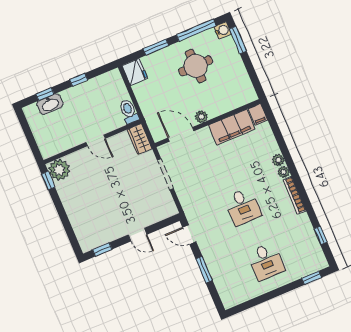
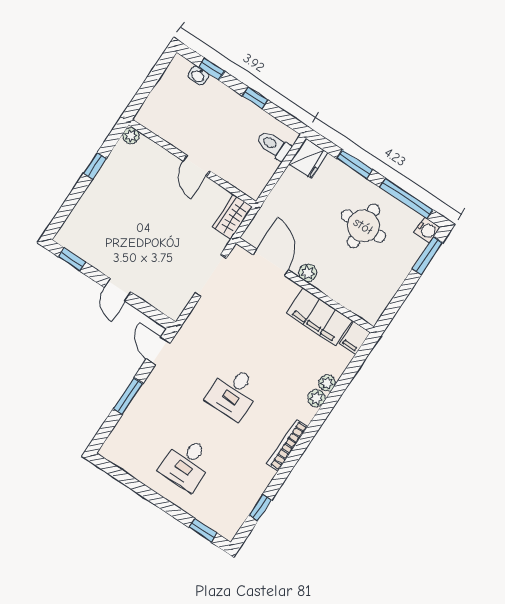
washbasin: (50, 104) -> (198, 75), width x0.52, depth x0.69
toilet: (129, 111) -> (274, 145), moved, turned -90
plant: (59, 170) -> (131, 136), width x0.53, depth x0.53
plant: (283, 172) -> (327, 383), moved
window: (48, 181) -> (95, 166), moved

